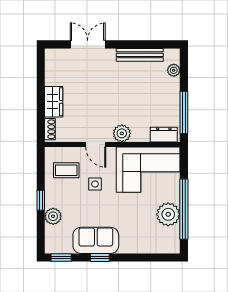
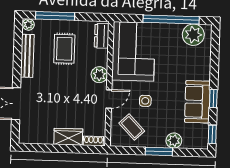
plant: (174, 70) -> (28, 24), moved
rug: (149, 95) -> (64, 49), added
window: (184, 112) -> (55, 16), moved
coffee table: (66, 170) -> (132, 127), turned -44
window: (41, 200) -> (159, 151), width x1.50
plant: (168, 214) -> (193, 35), moved

